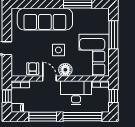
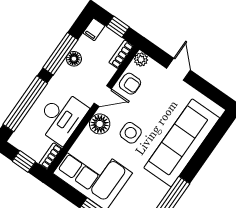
plant: (16, 72) -> (141, 59), added
floor lamp: (40, 108) -> (74, 59), added

